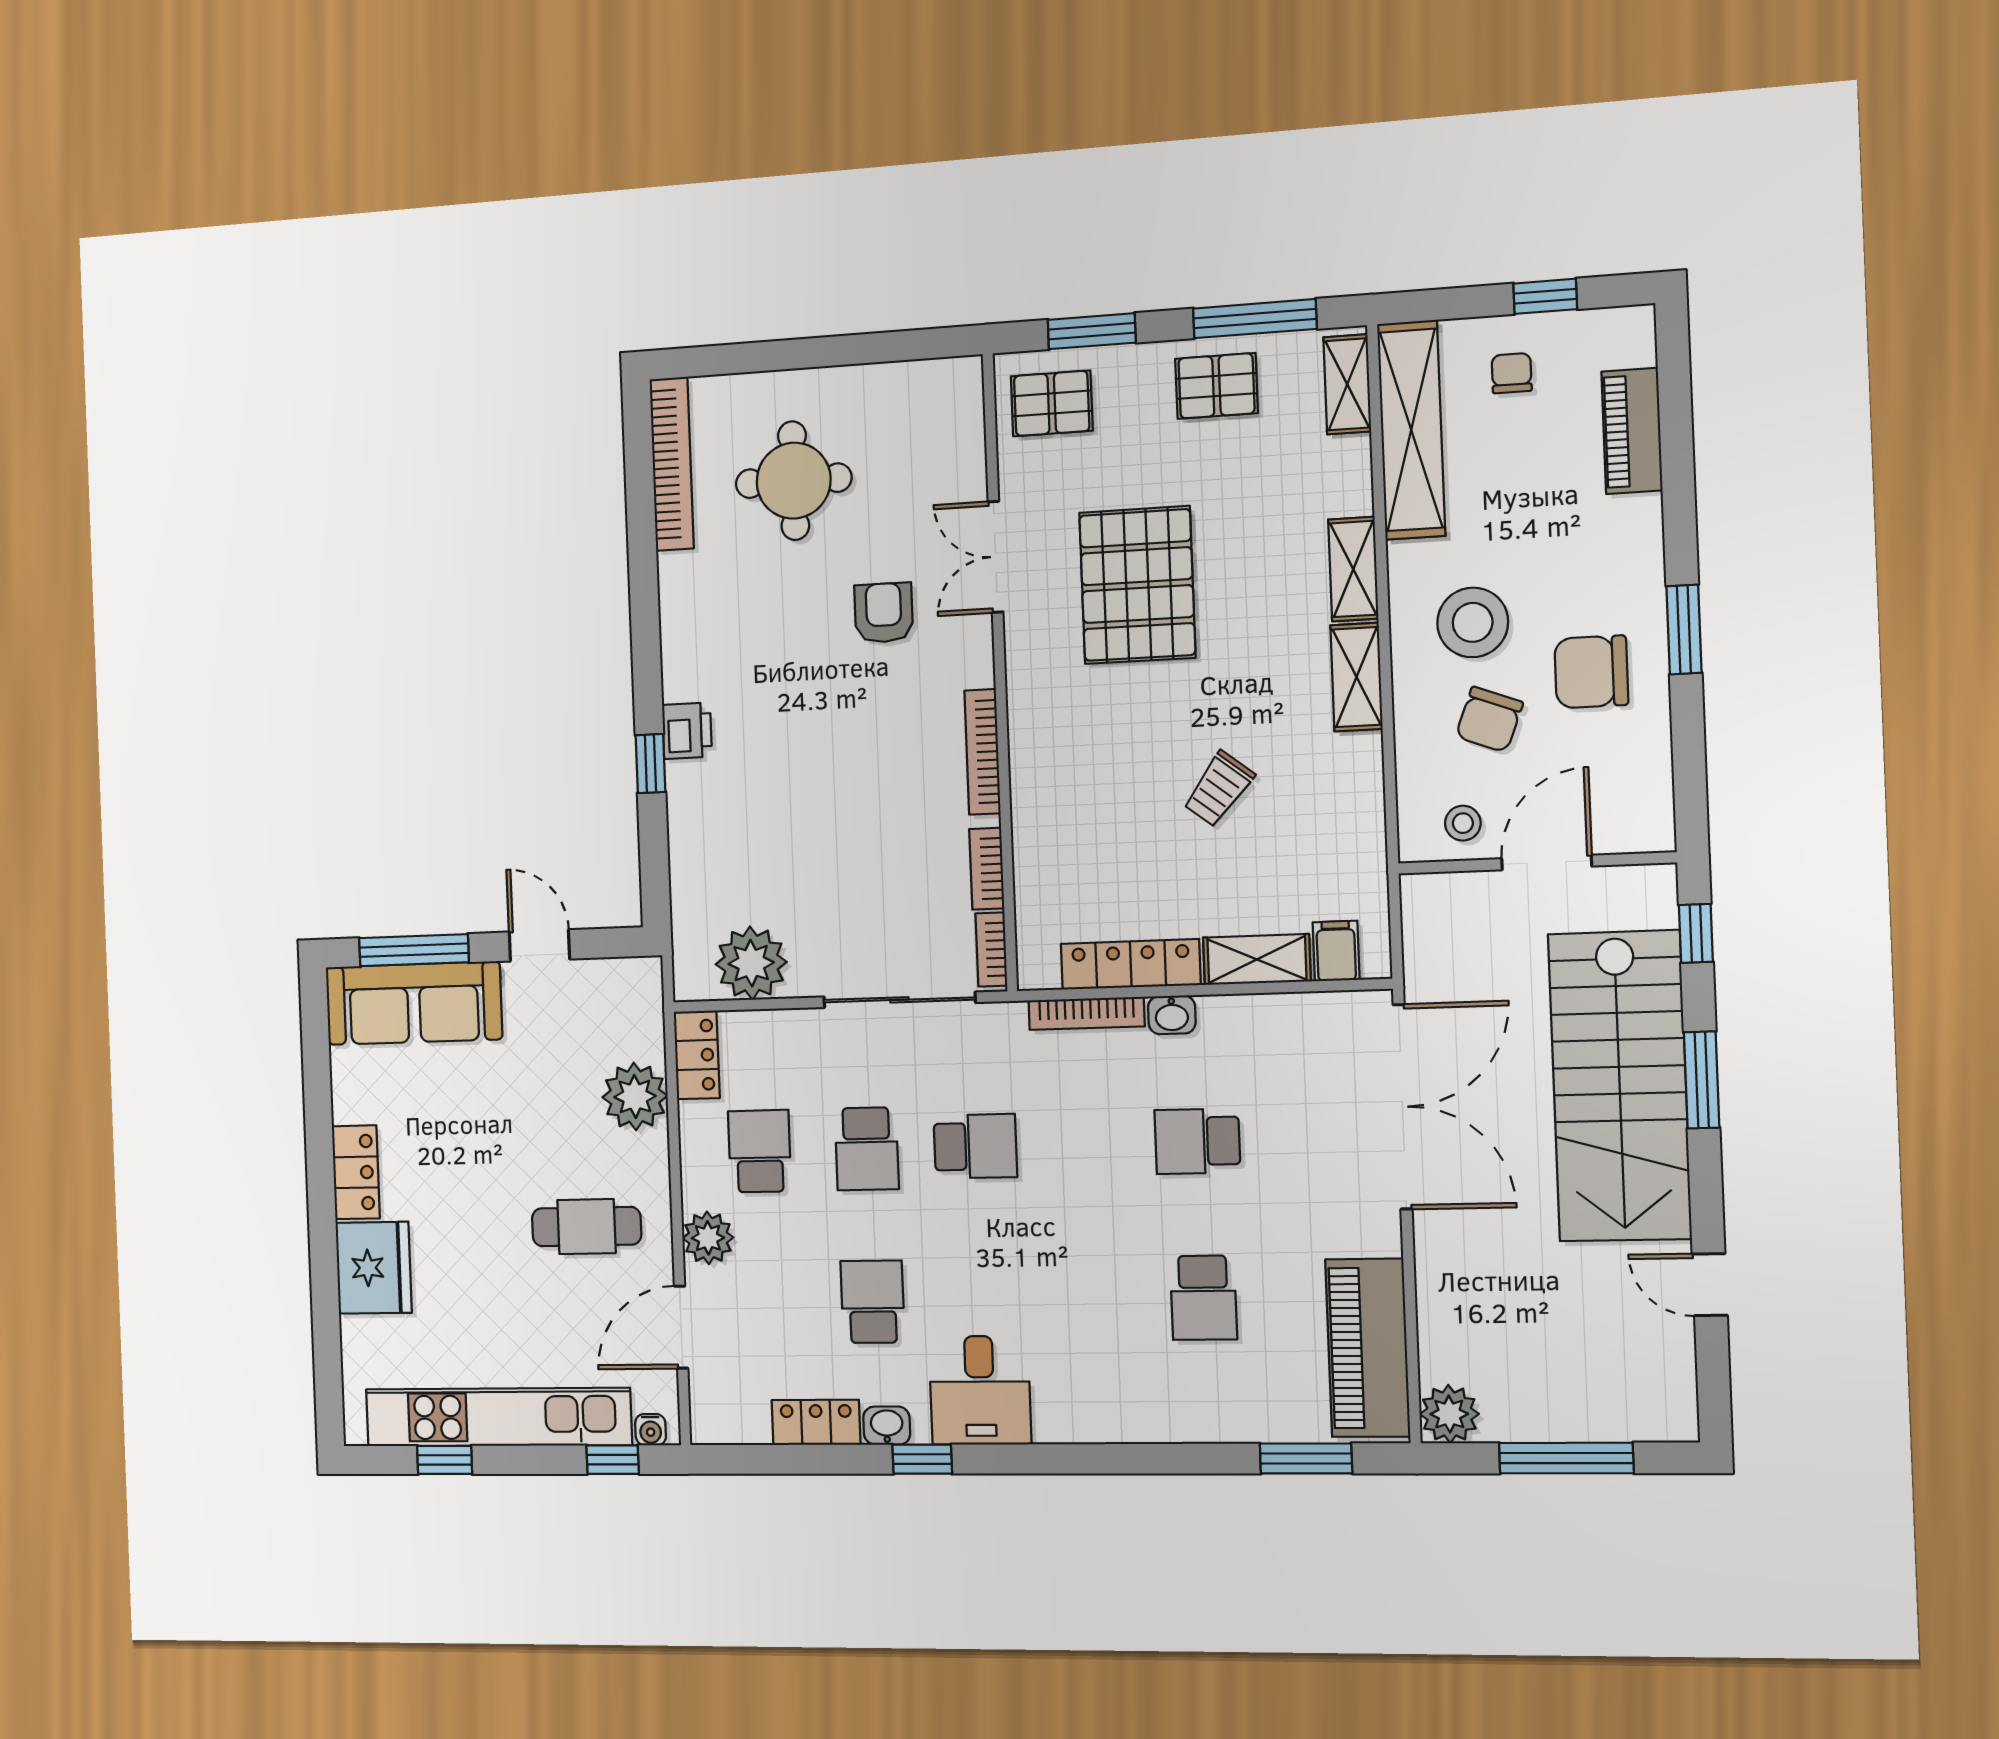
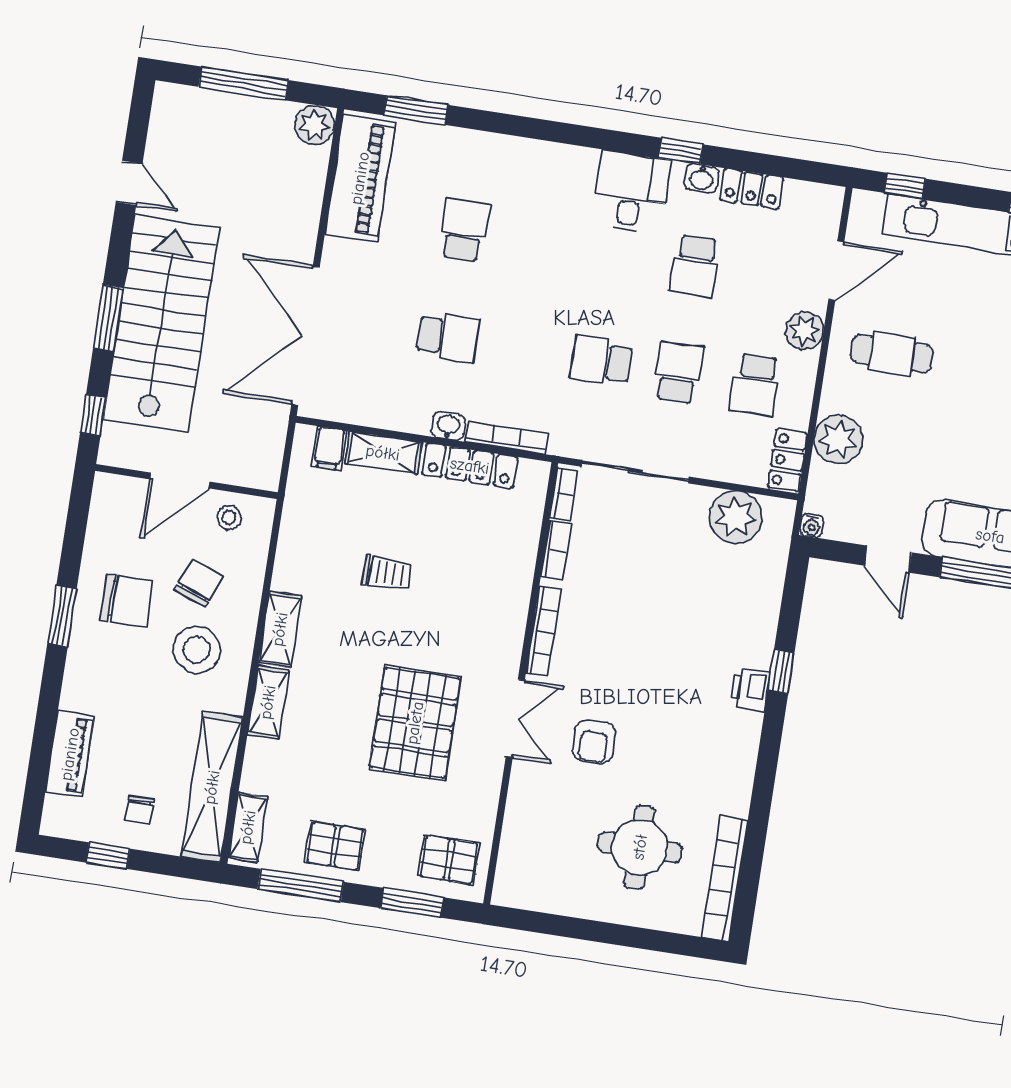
double door: (996, 557) -> (515, 718), moved
trolley: (1219, 789) -> (387, 573), turned 52
water cooler: (651, 1430) -> (812, 526), moved, turned 180

